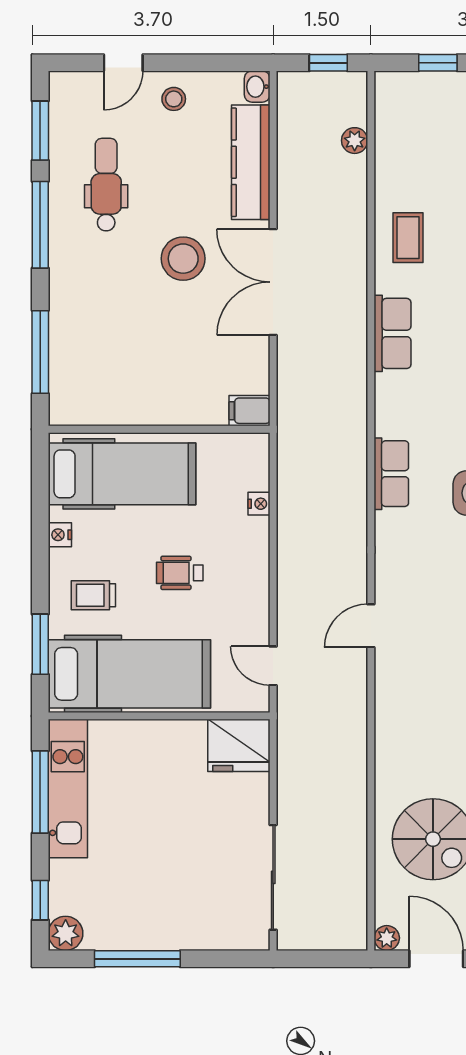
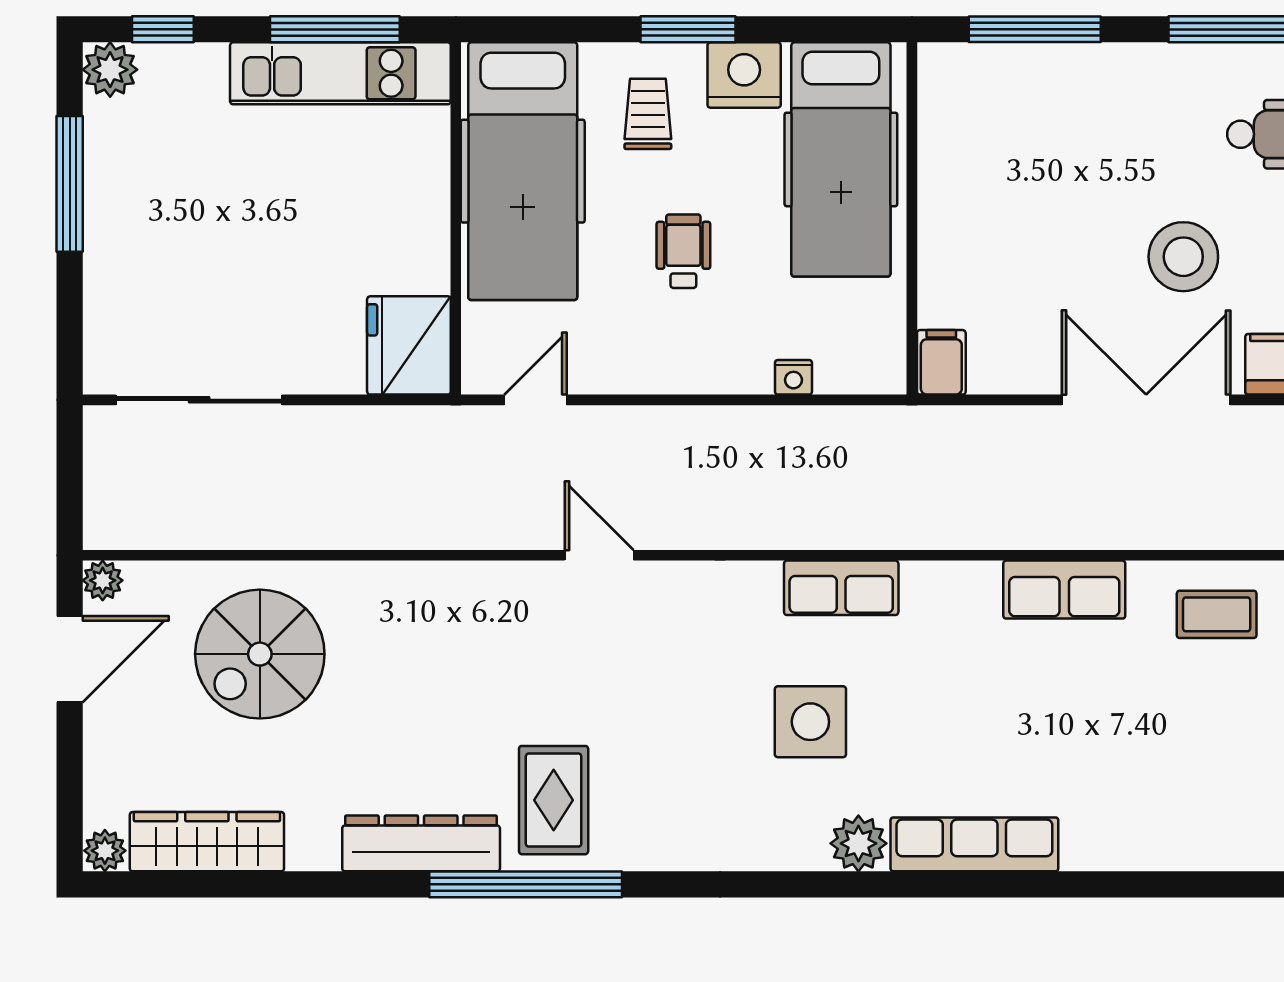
nightstand: (60, 535) -> (744, 75), width x1.89, depth x1.79
window: (40, 644) -> (688, 29), moved

